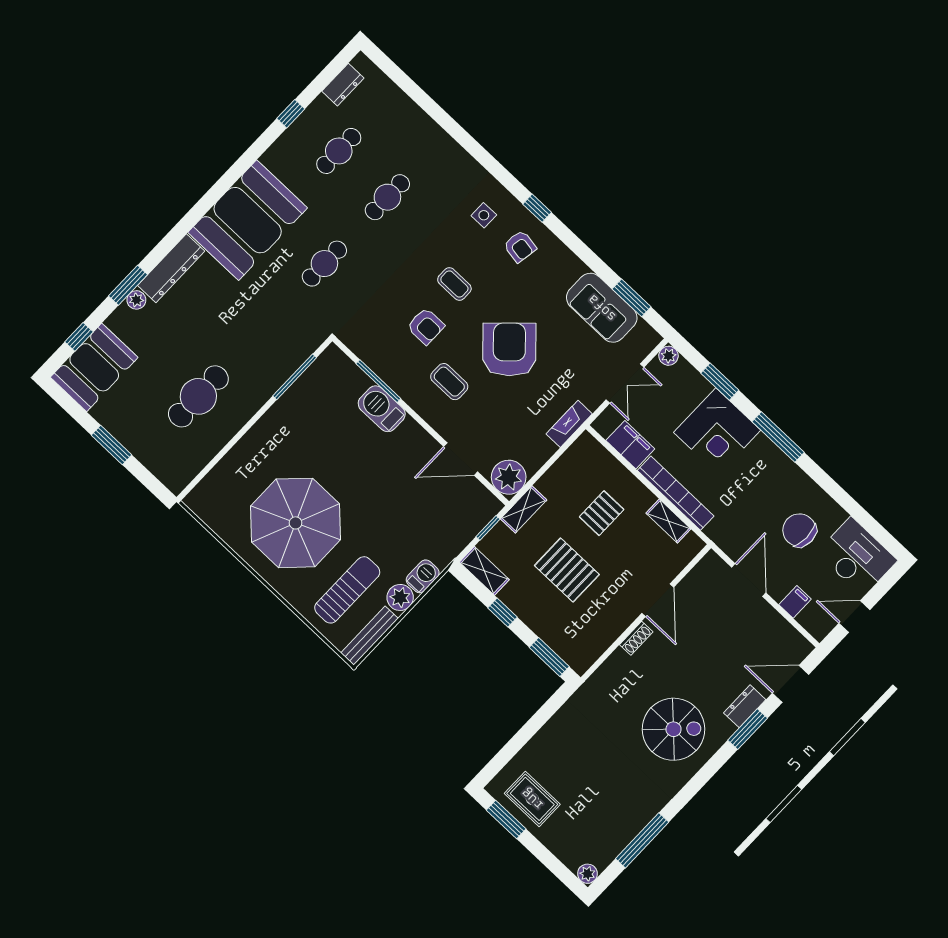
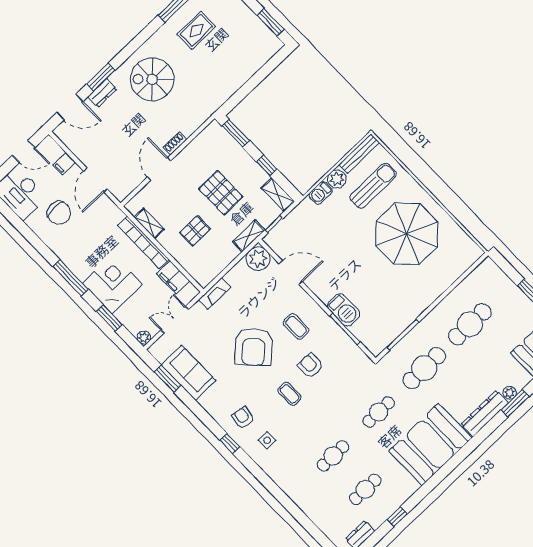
cafe table: (261, 330) -> (424, 368), added
sun lounger: (347, 590) -> (373, 186), turned 180
rug: (532, 799) -> (196, 30), moved, turned 90

